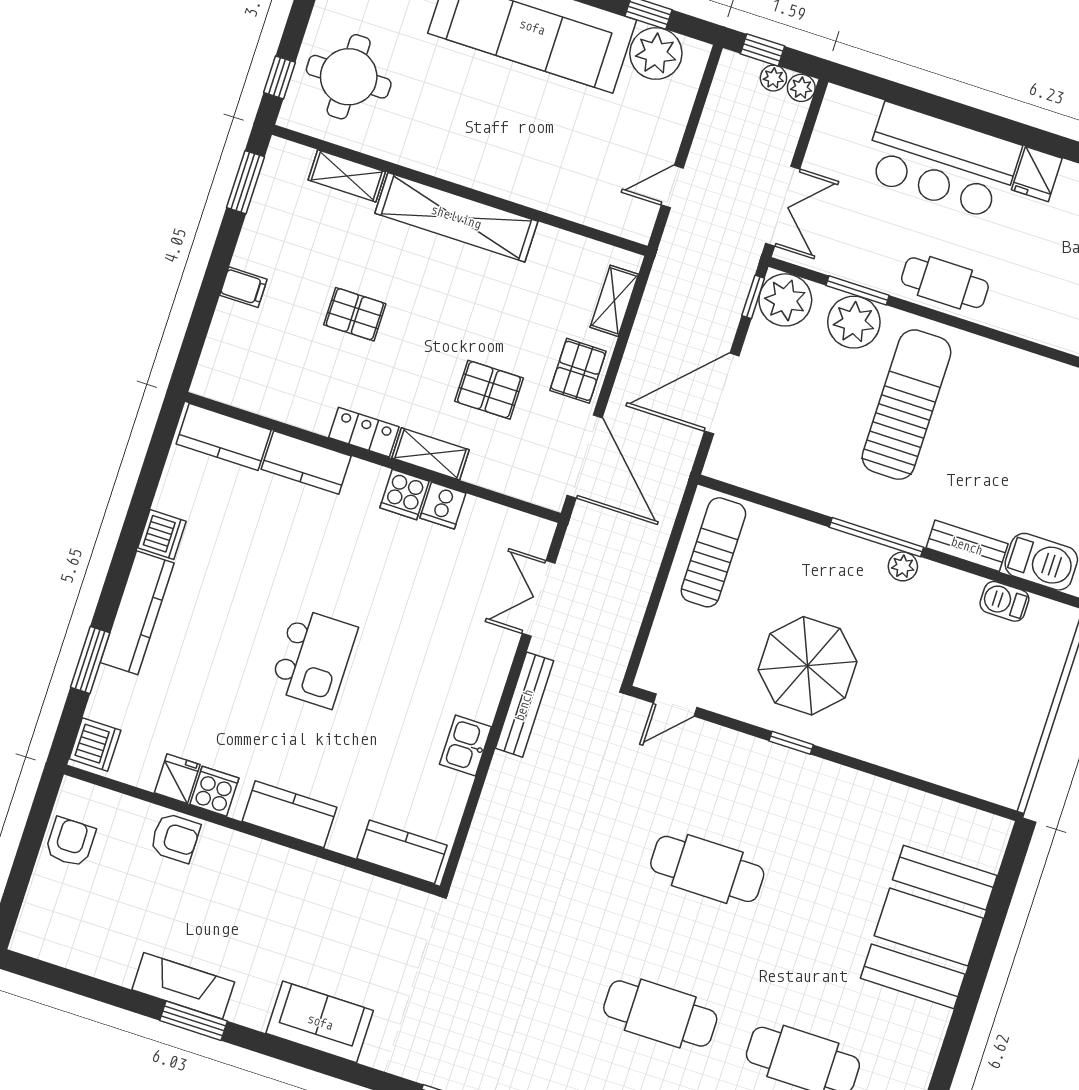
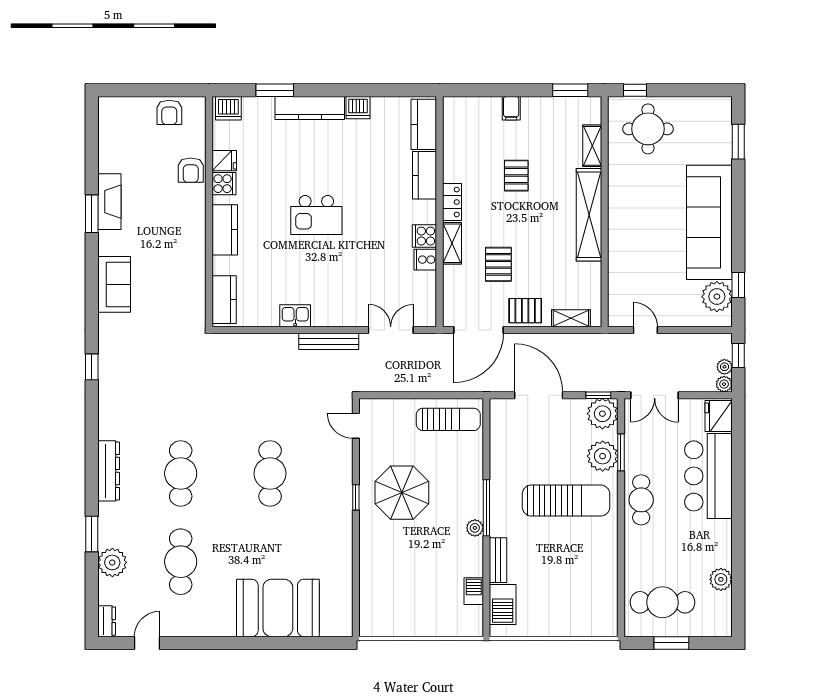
fridge: (1037, 174) -> (719, 416), moved, width x1.38
armchair: (70, 842) -> (169, 112), turned 90

